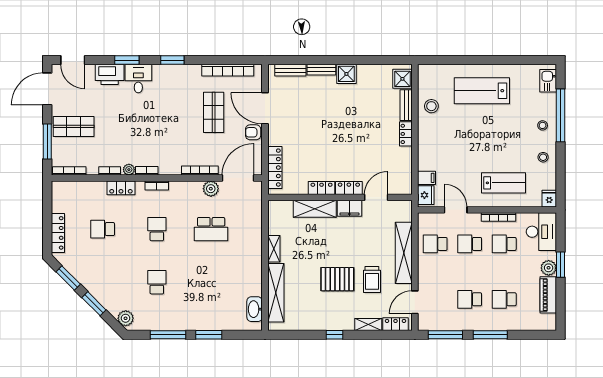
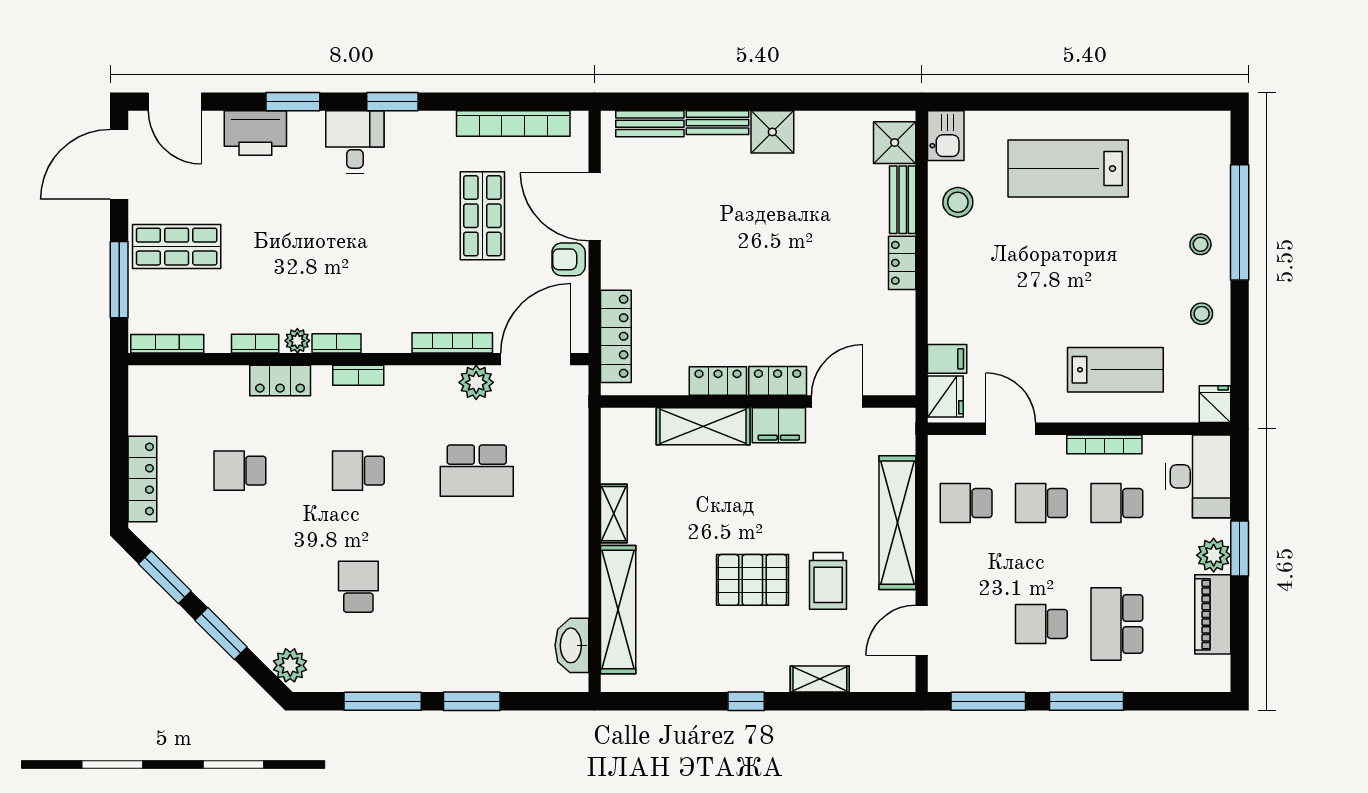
desk: (138, 79) -> (355, 142), moved
kitchen sink: (548, 81) -> (946, 136), moved, turned 180
school desk: (157, 229) -> (358, 471), turned -90
school desk: (504, 299) -> (1117, 624), width x1.85
locker: (395, 324) -> (879, 678), removed

